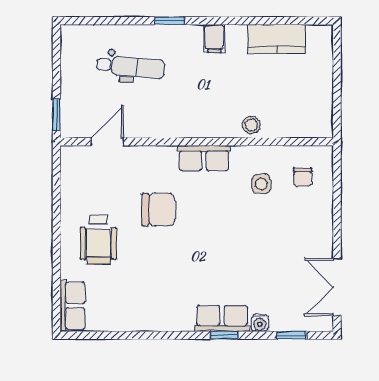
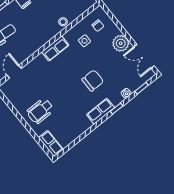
chair: (159, 210) -> (93, 80), moved
plant: (316, 235) -> (121, 43), added
wheelchair: (98, 239) -> (40, 111), turned 90
row of seats: (222, 319) -> (101, 111), moved

